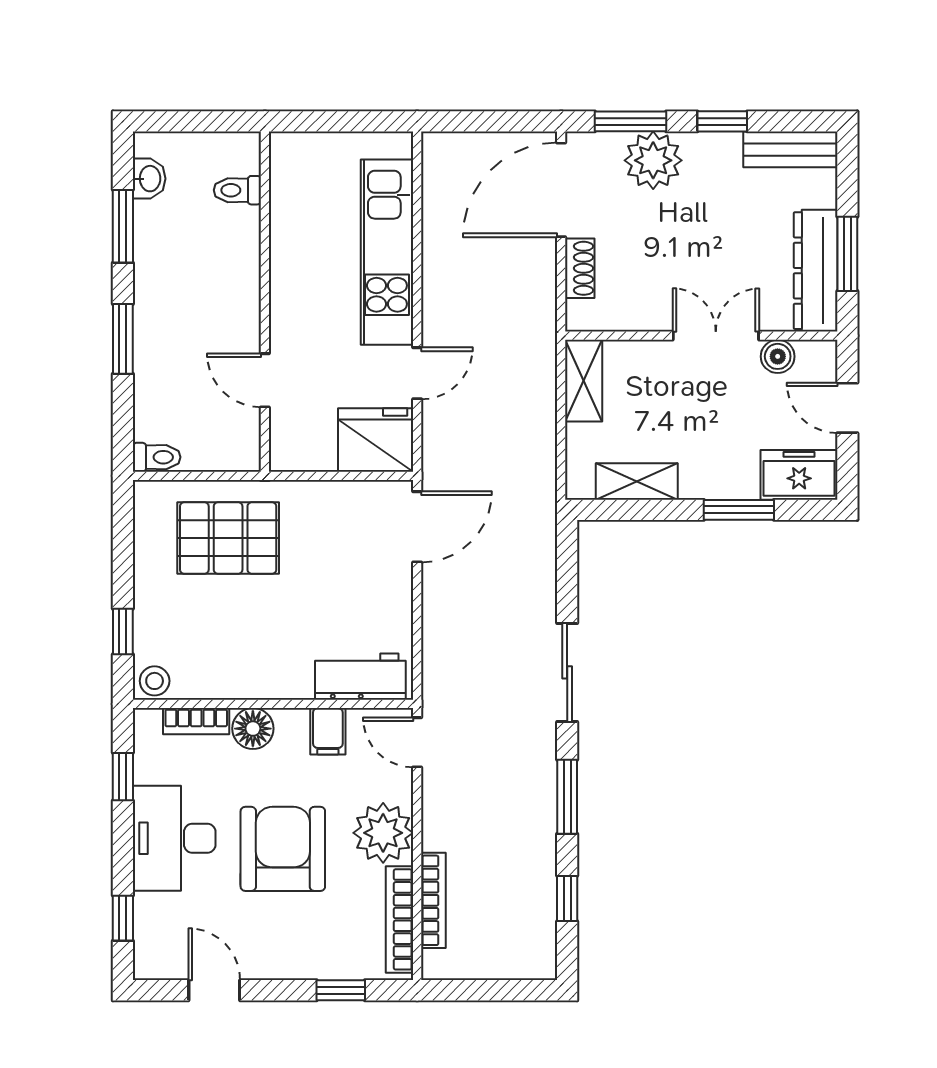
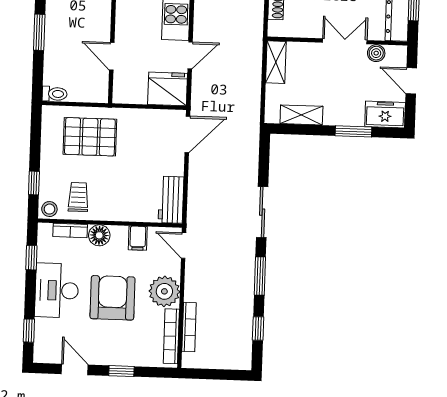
trolley: (210, 655) -> (78, 197), added
workbench: (360, 677) -> (171, 200), moved, turned -90
window: (341, 990) -> (121, 371), moved

